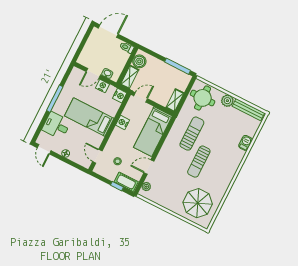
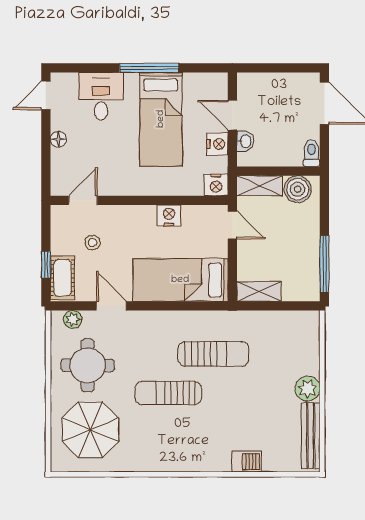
round table: (203, 98) -> (88, 365), moved
bed: (89, 117) -> (161, 119), moved, turned 180

